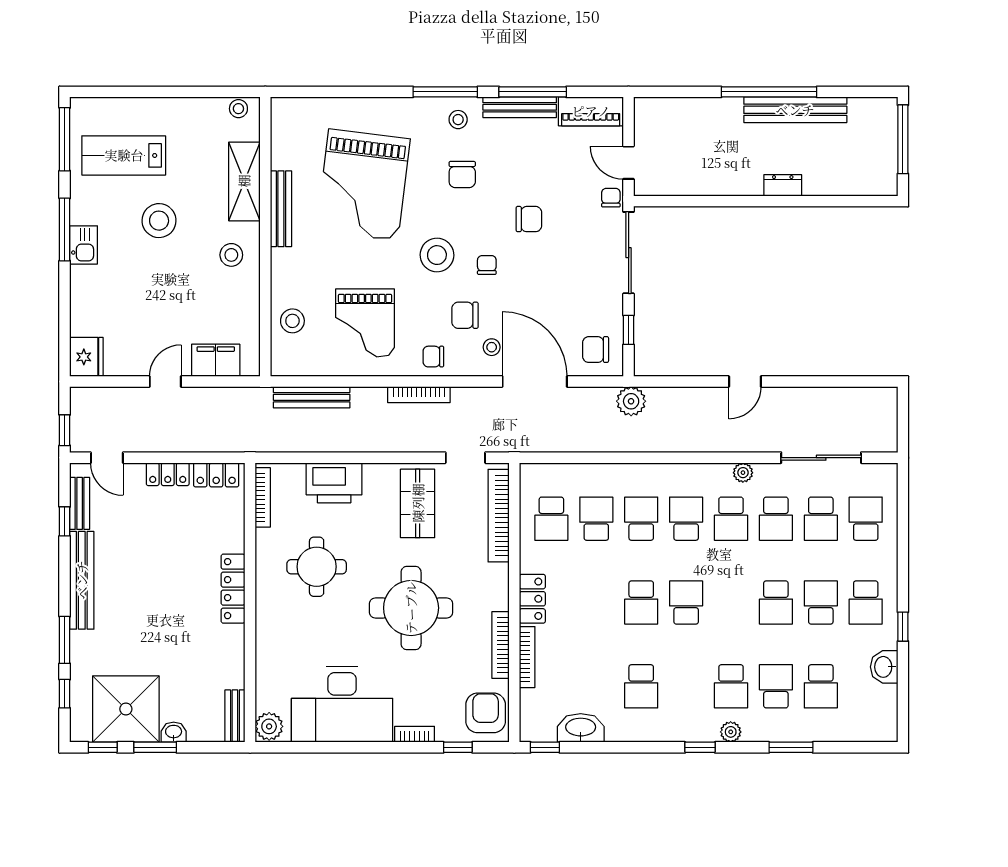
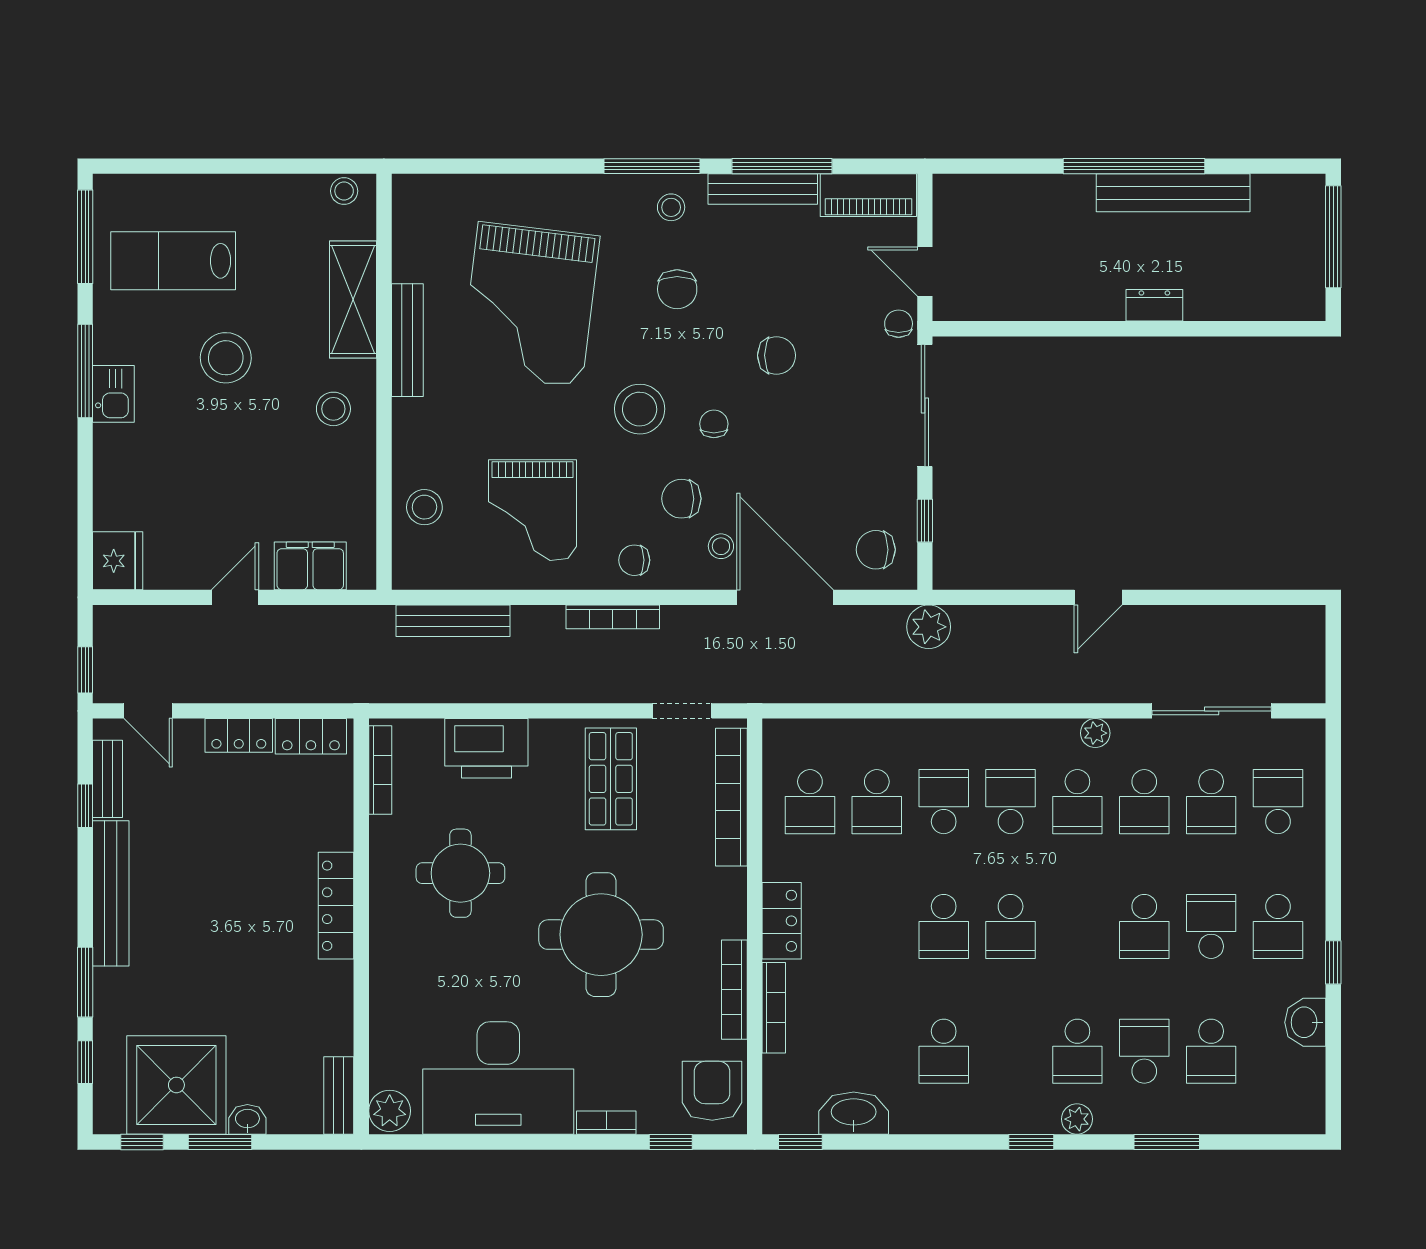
school desk: (596, 519) -> (877, 802), turned 180
school desk: (686, 603) -> (1011, 926), turned 180

